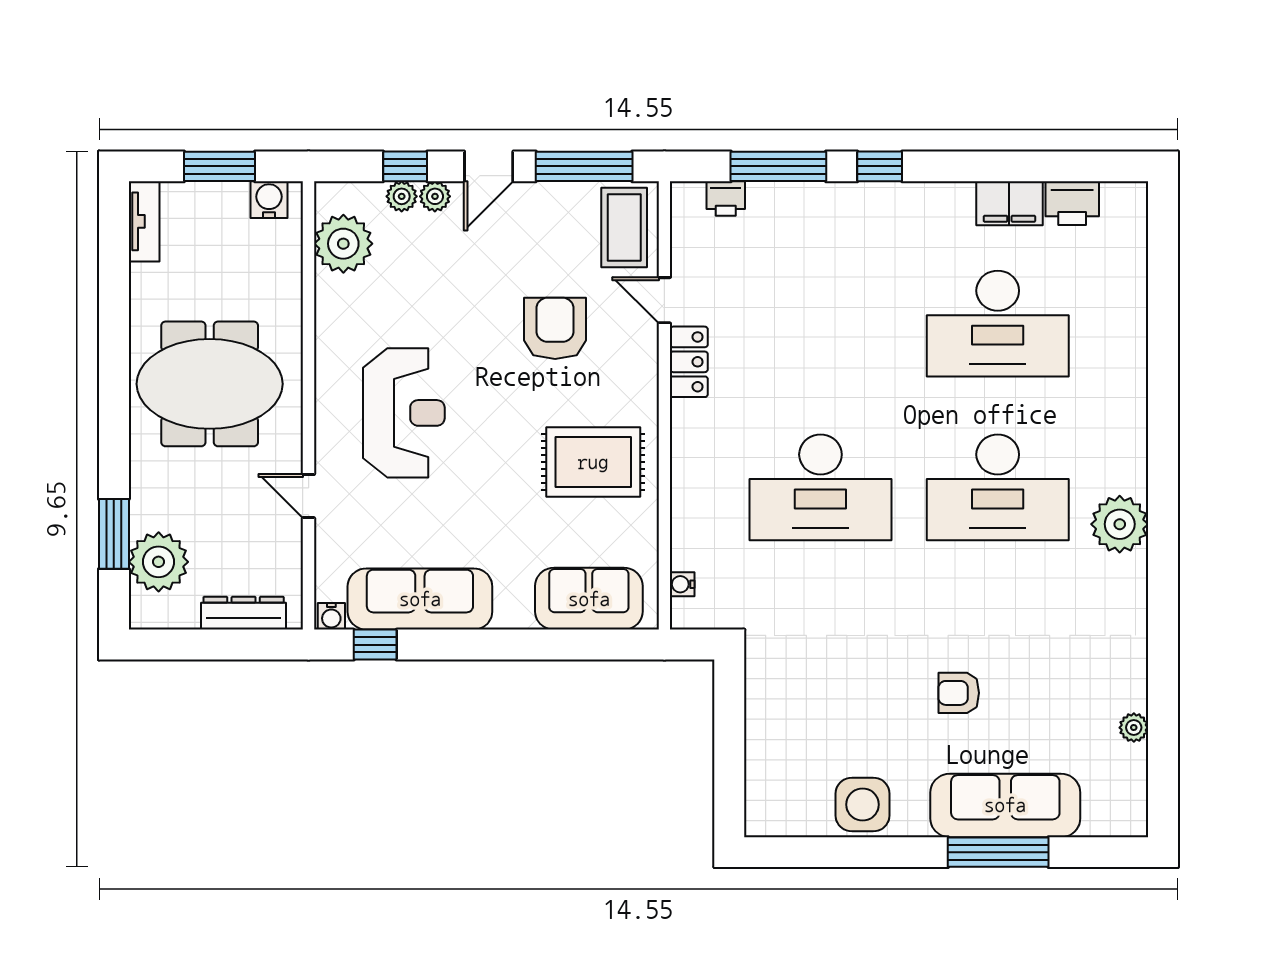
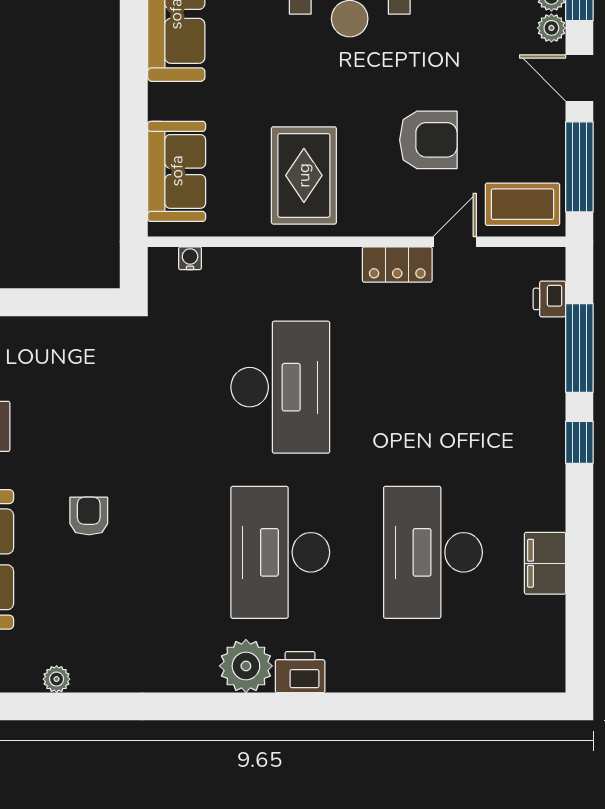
printer: (1072, 203) -> (300, 672), moved, turned 90
desk: (820, 487) -> (280, 387), turned 180

